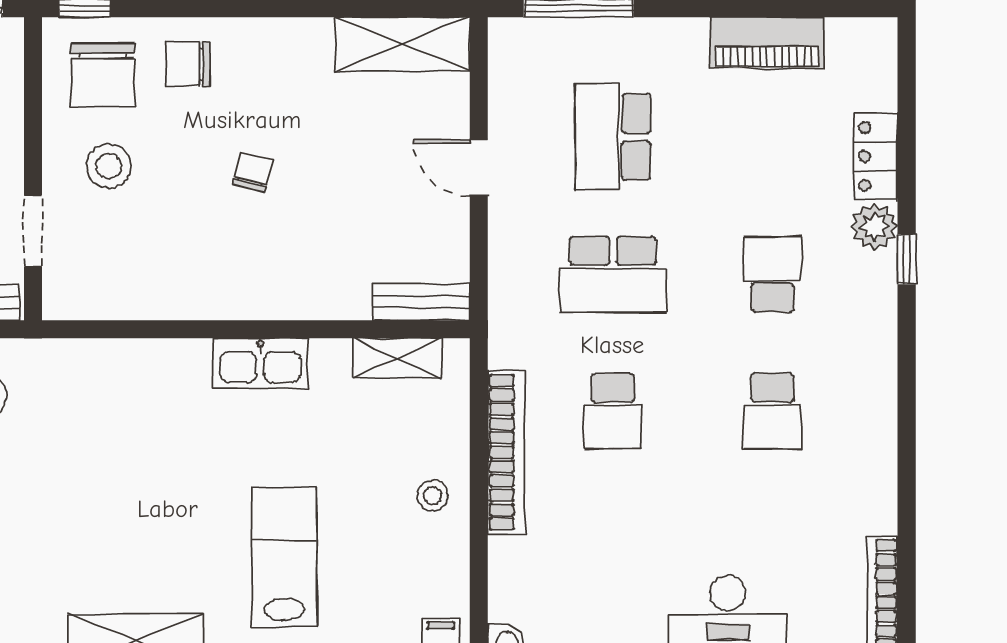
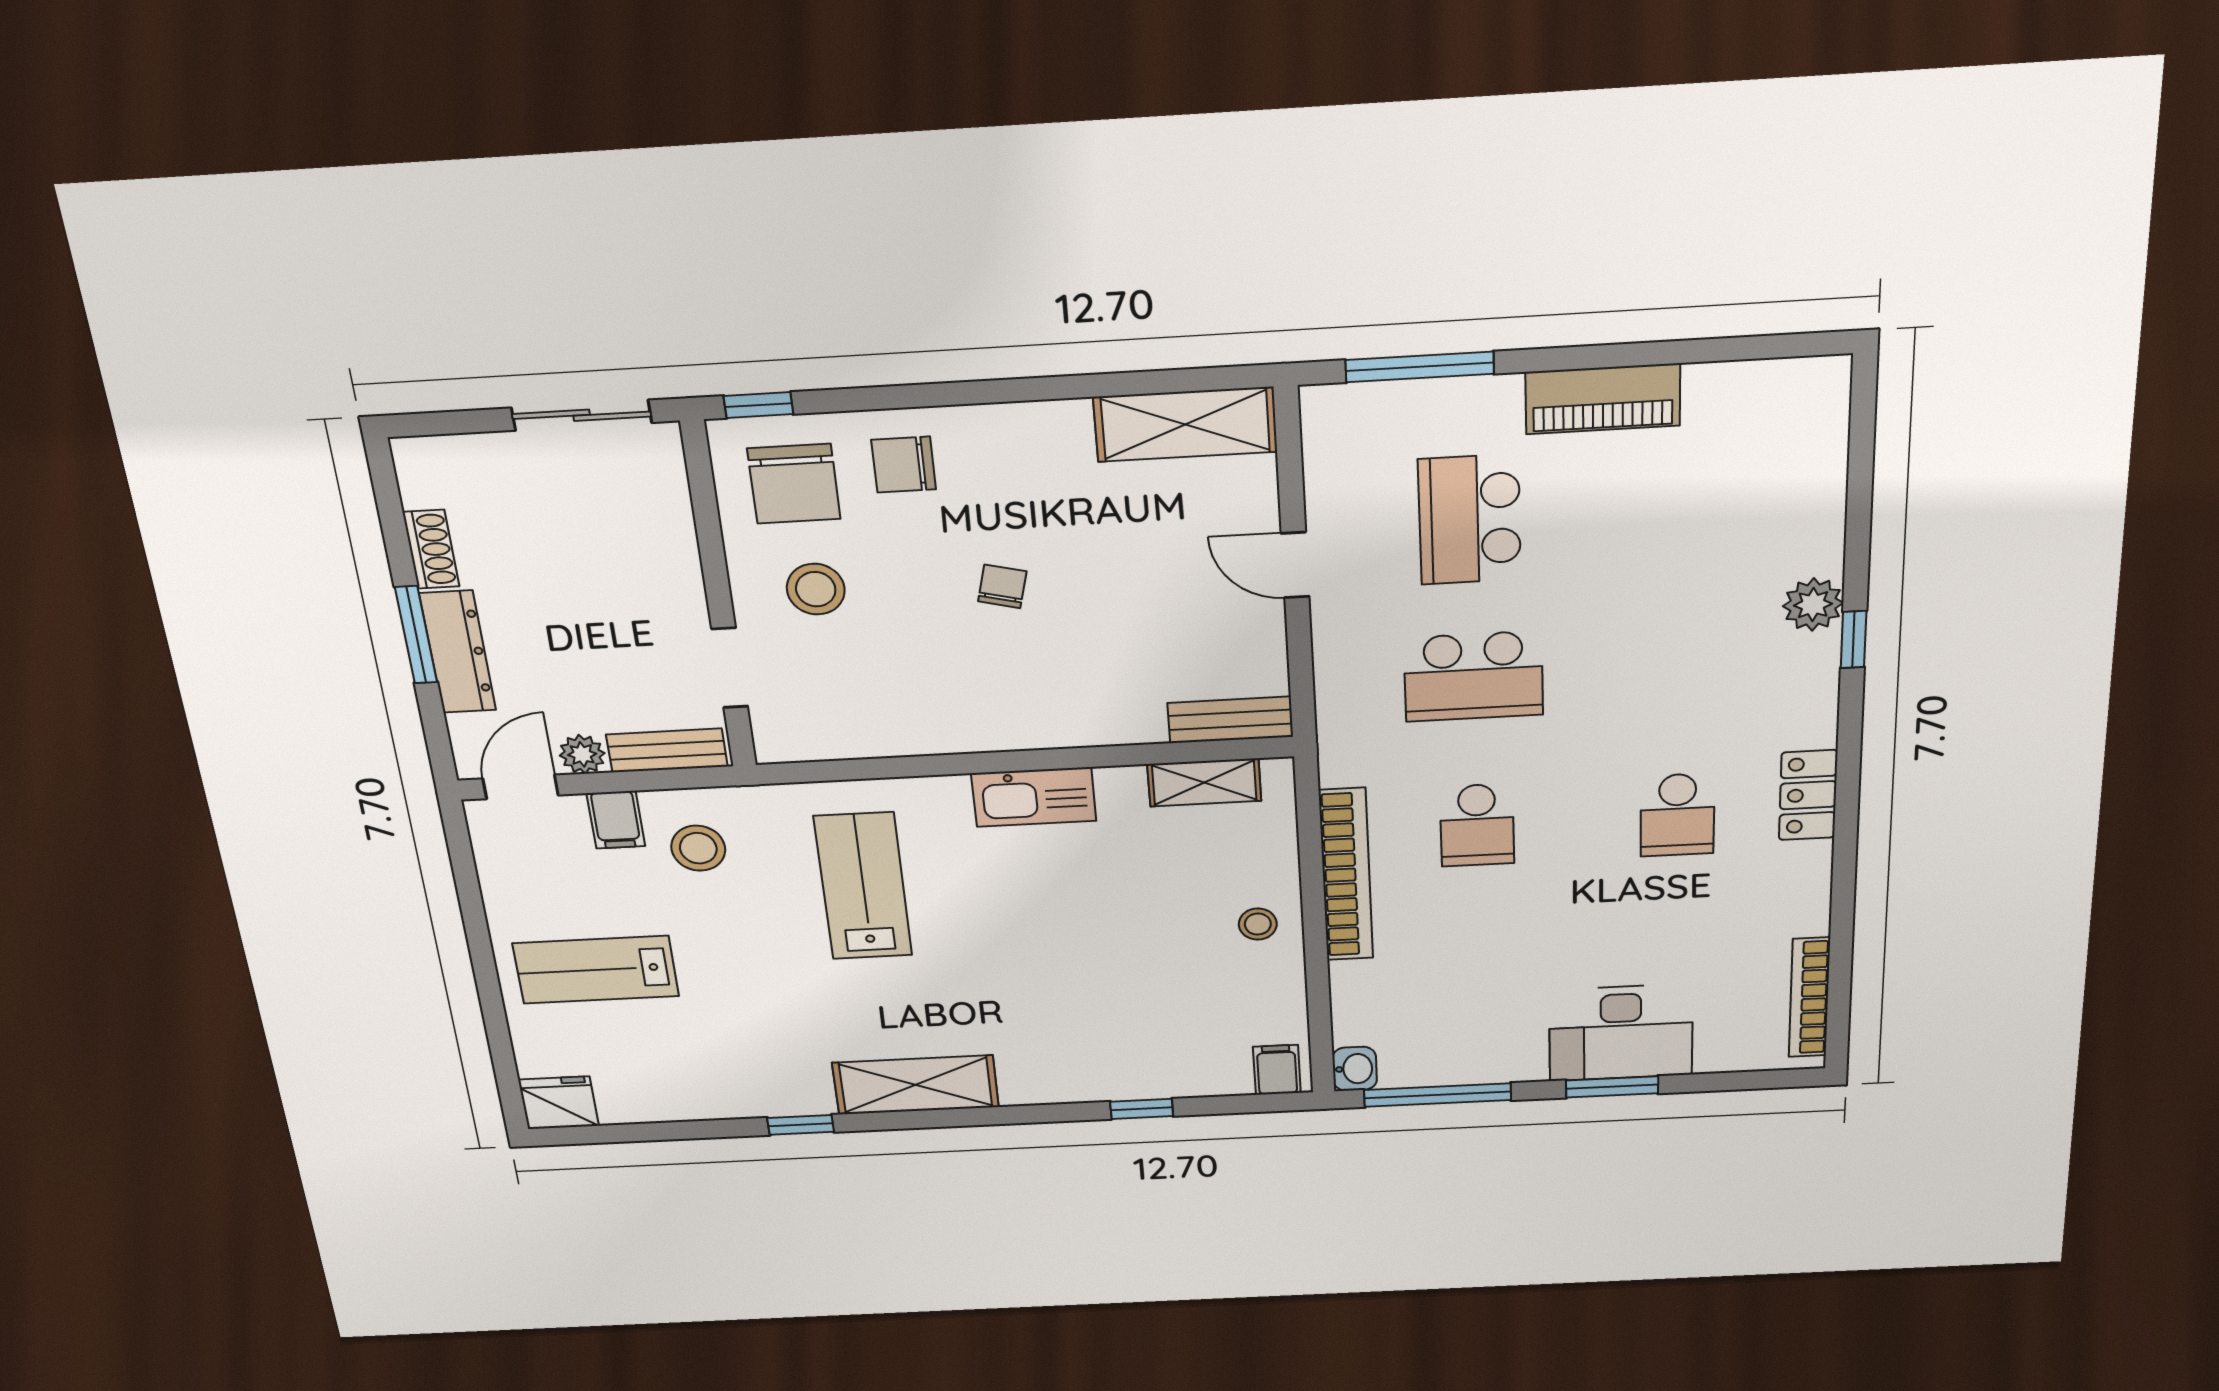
piano: (767, 43) -> (1603, 399), moved
locker: (876, 156) -> (1808, 795), moved
school desk: (772, 274) -> (1679, 666), removed
lab bench: (284, 557) -> (863, 886), moved

